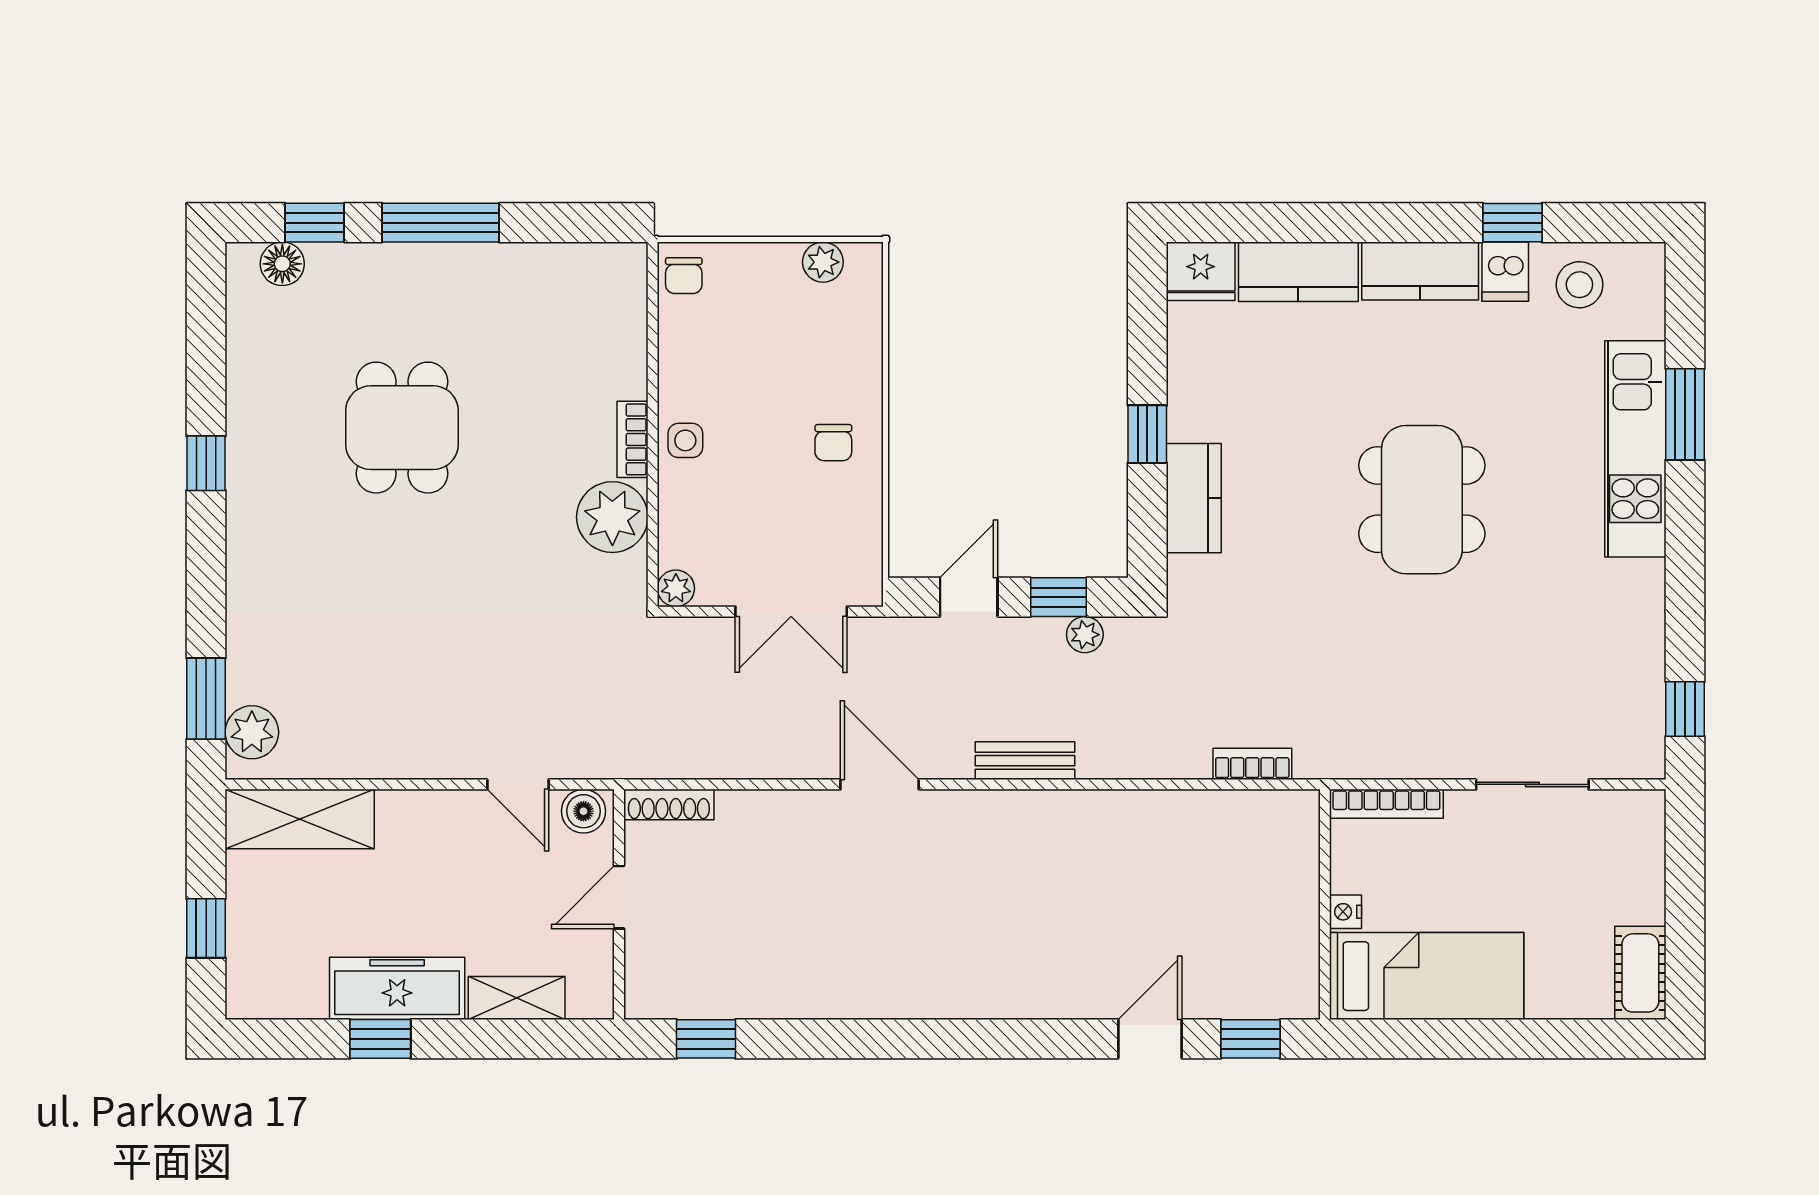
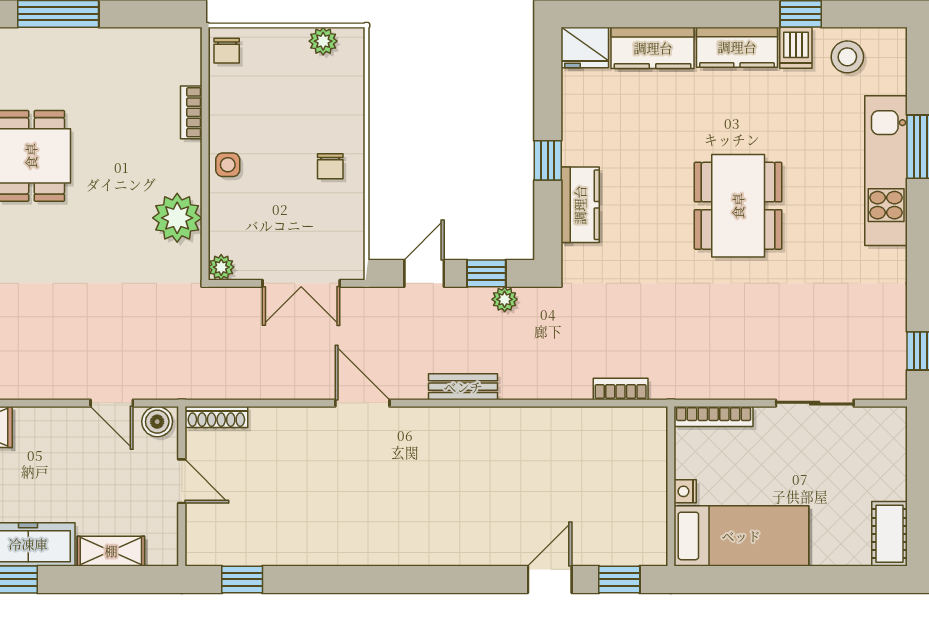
bookcase: (633, 439) -> (191, 112), moved
door: (619, 897) -> (182, 481), swing flipped

